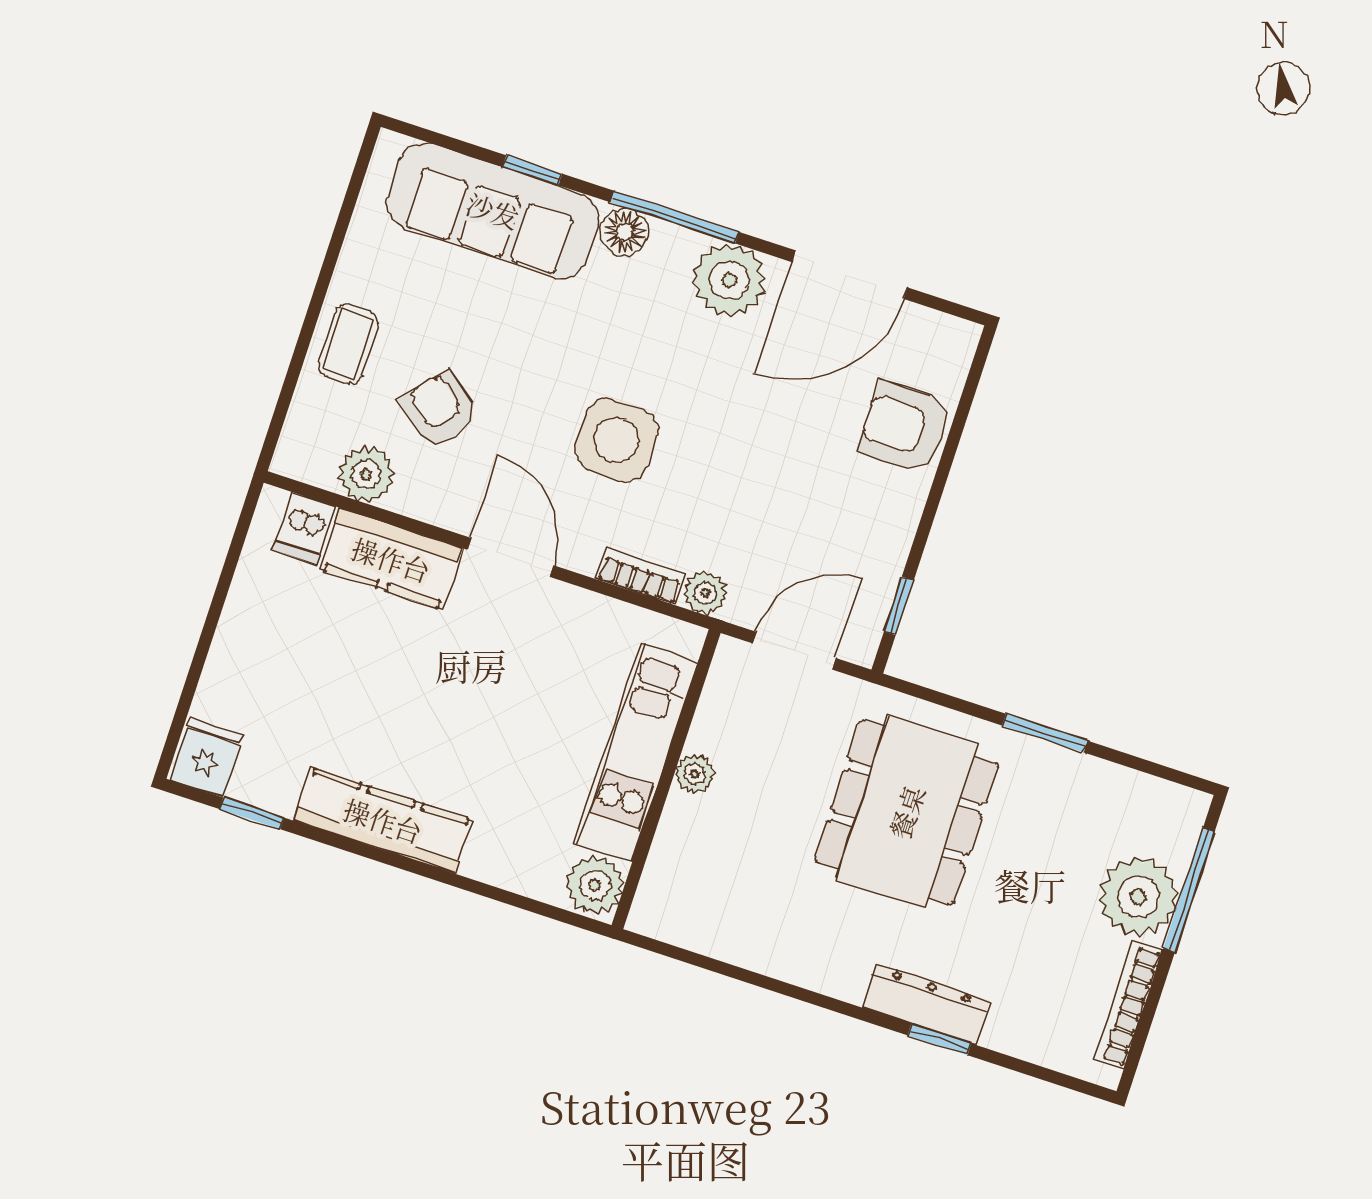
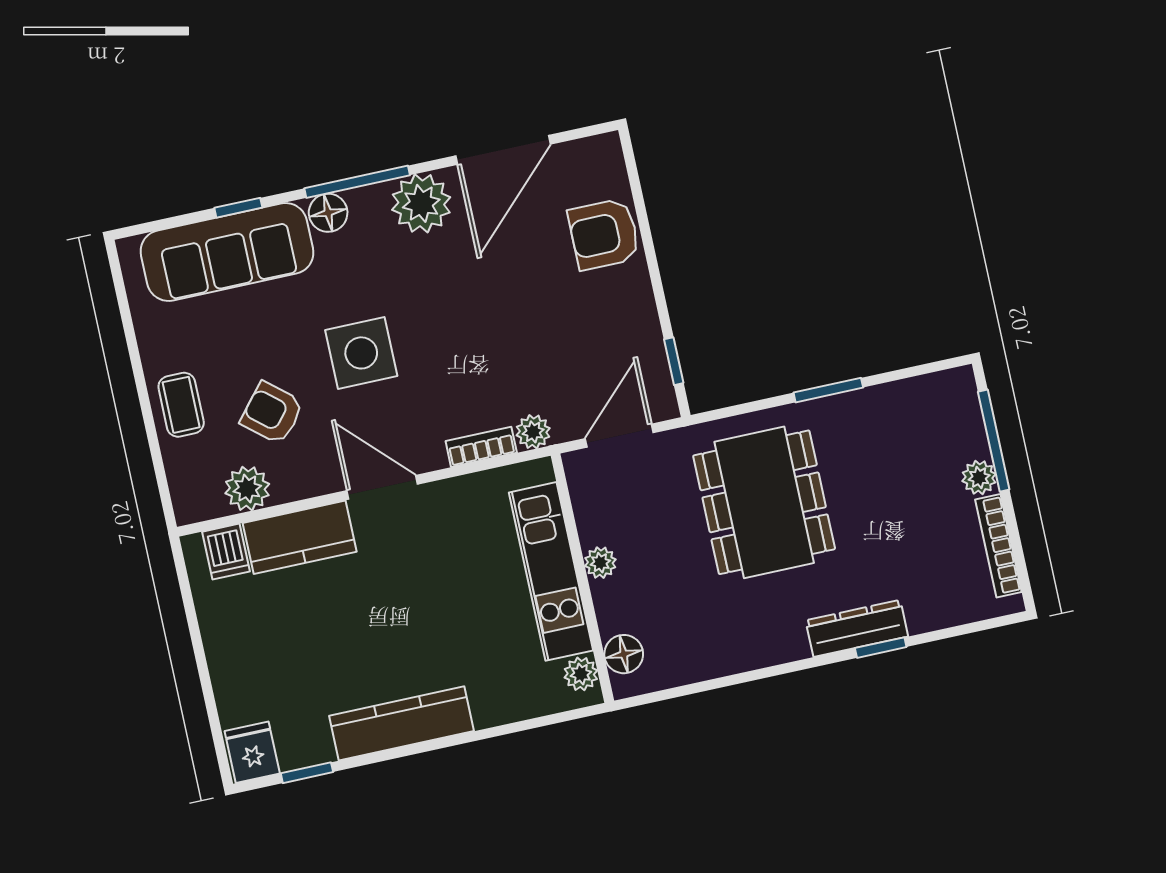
side table: (616, 440) -> (361, 353), moved
plant: (595, 885) -> (581, 674), width x0.73, depth x0.73
floor lamp: (662, 886) -> (624, 654), added
plant: (1138, 897) -> (979, 477), width x0.53, depth x0.53

